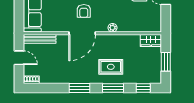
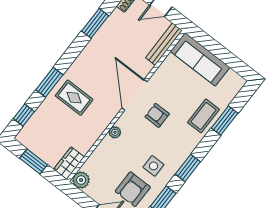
plant: (155, 26) -> (81, 180), added
rug: (111, 67) -> (74, 98), turned 90
window: (80, 88) -> (95, 23), moved

